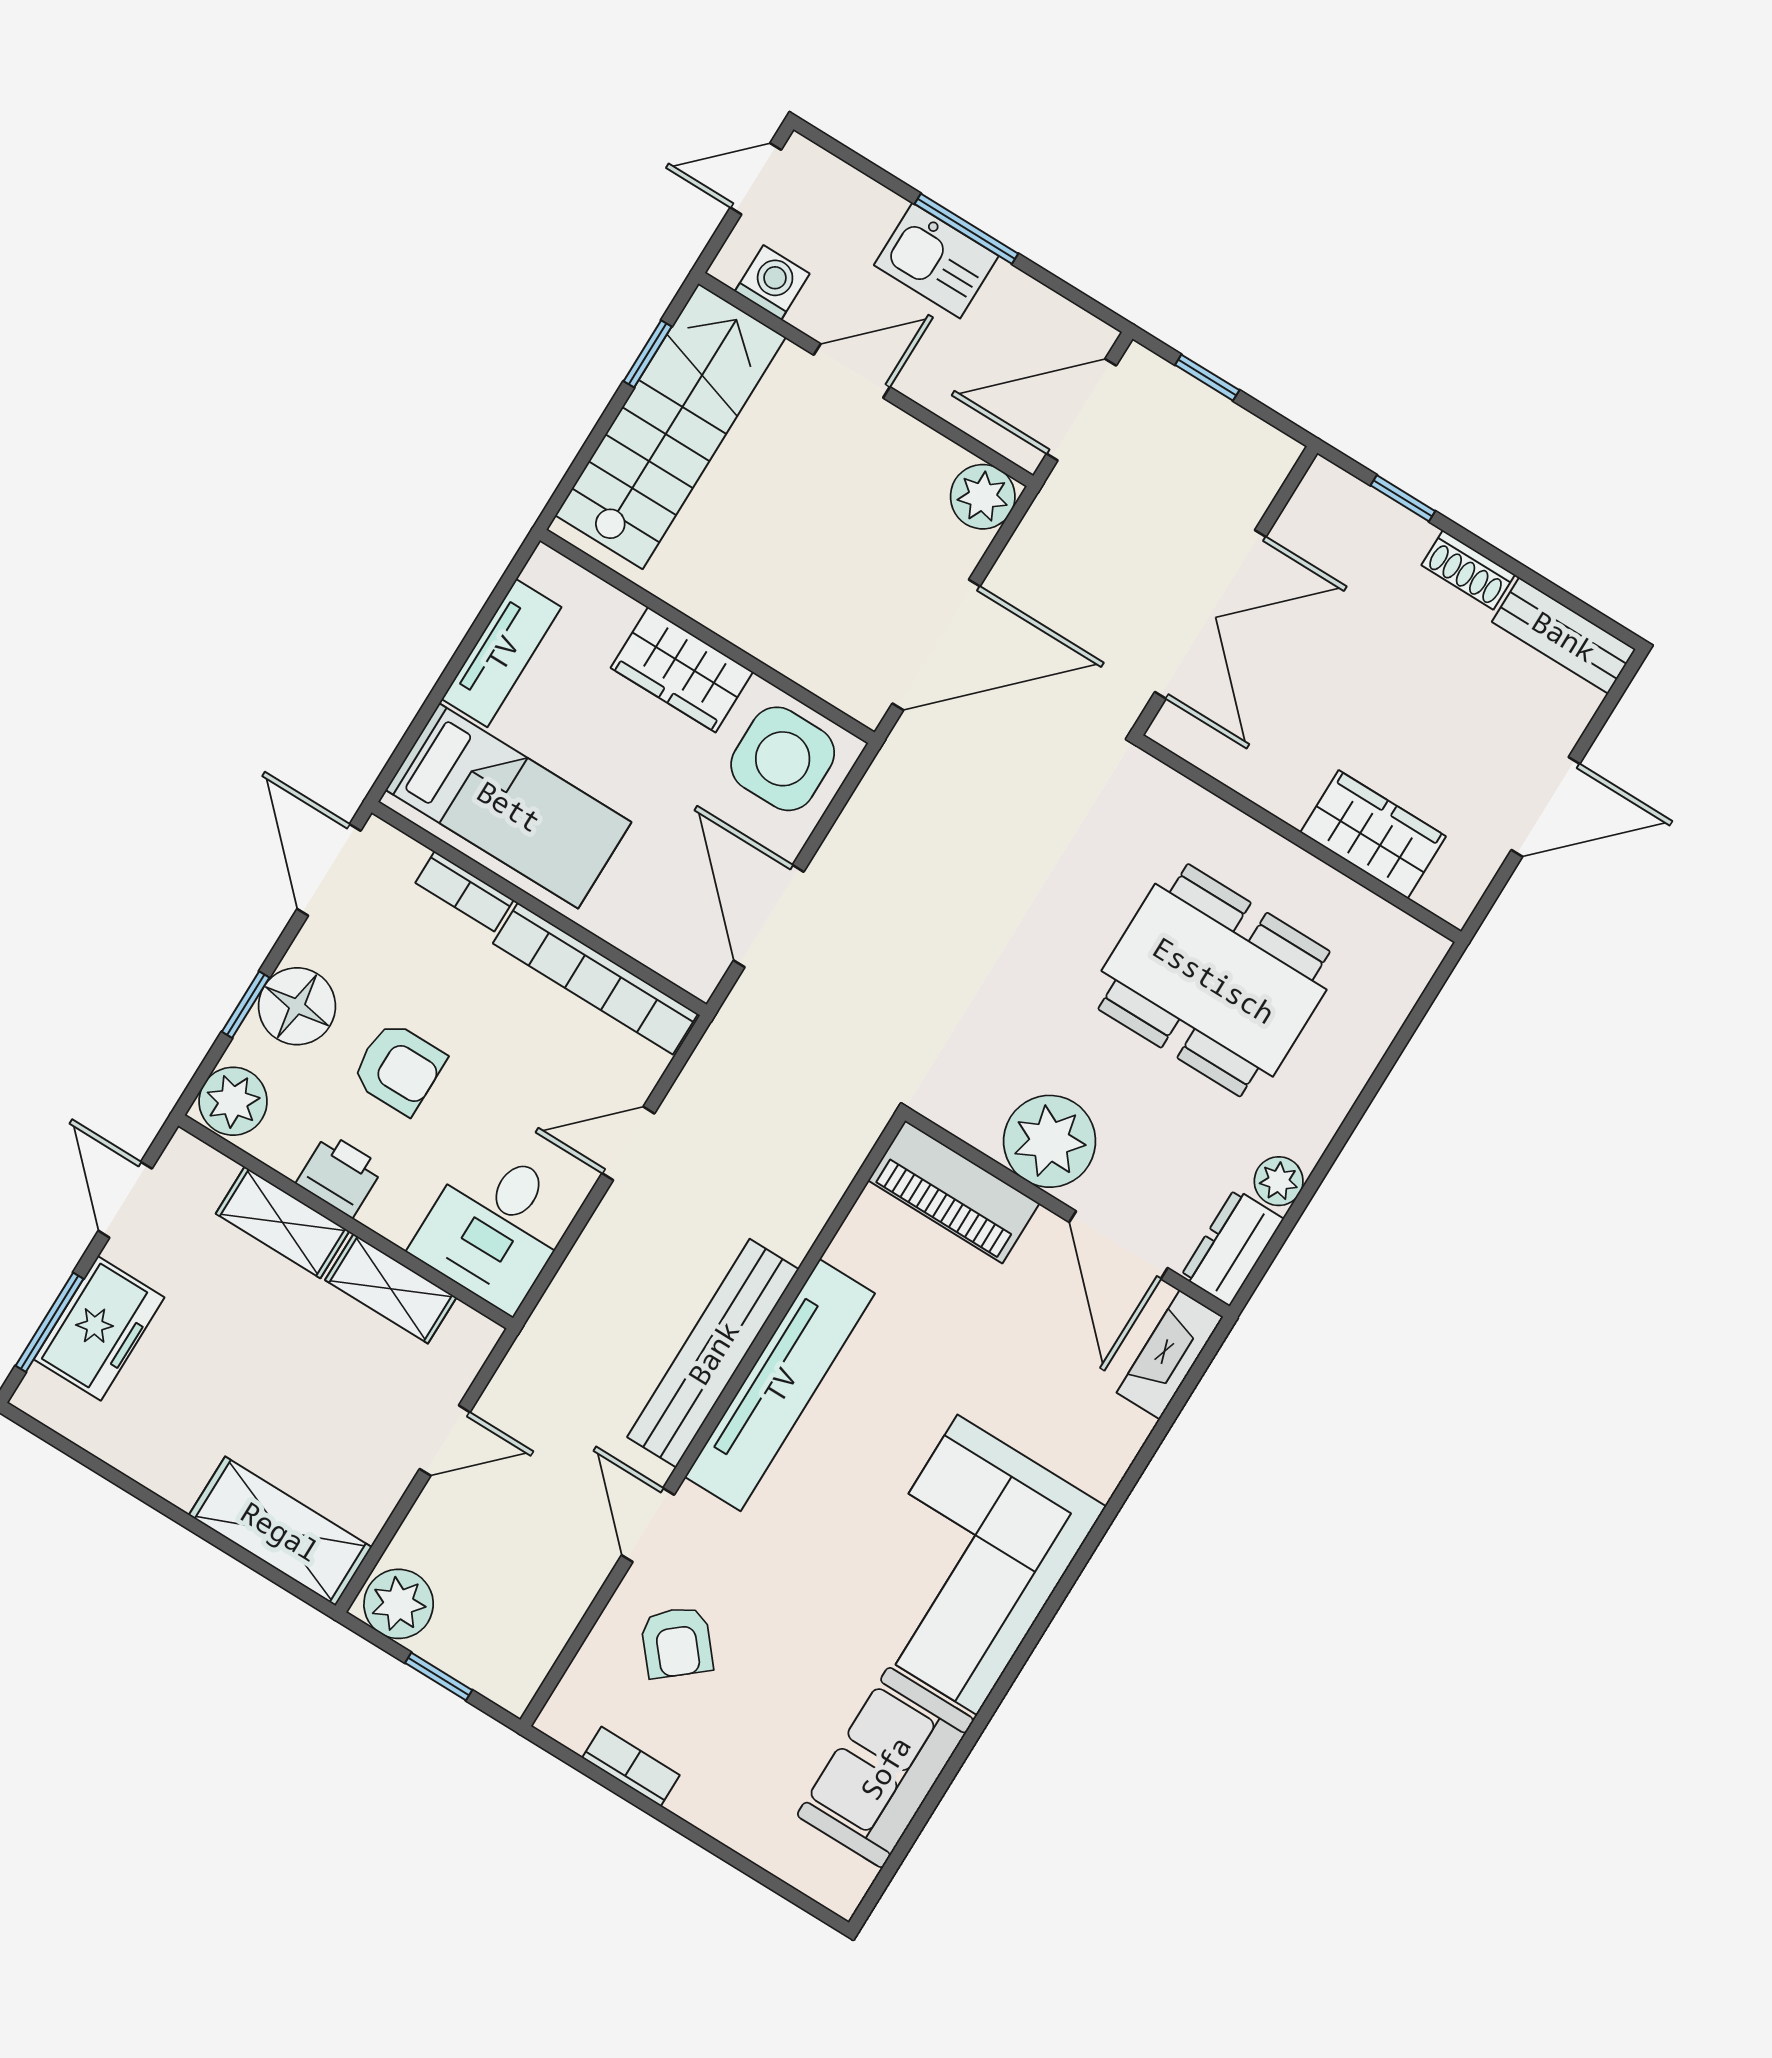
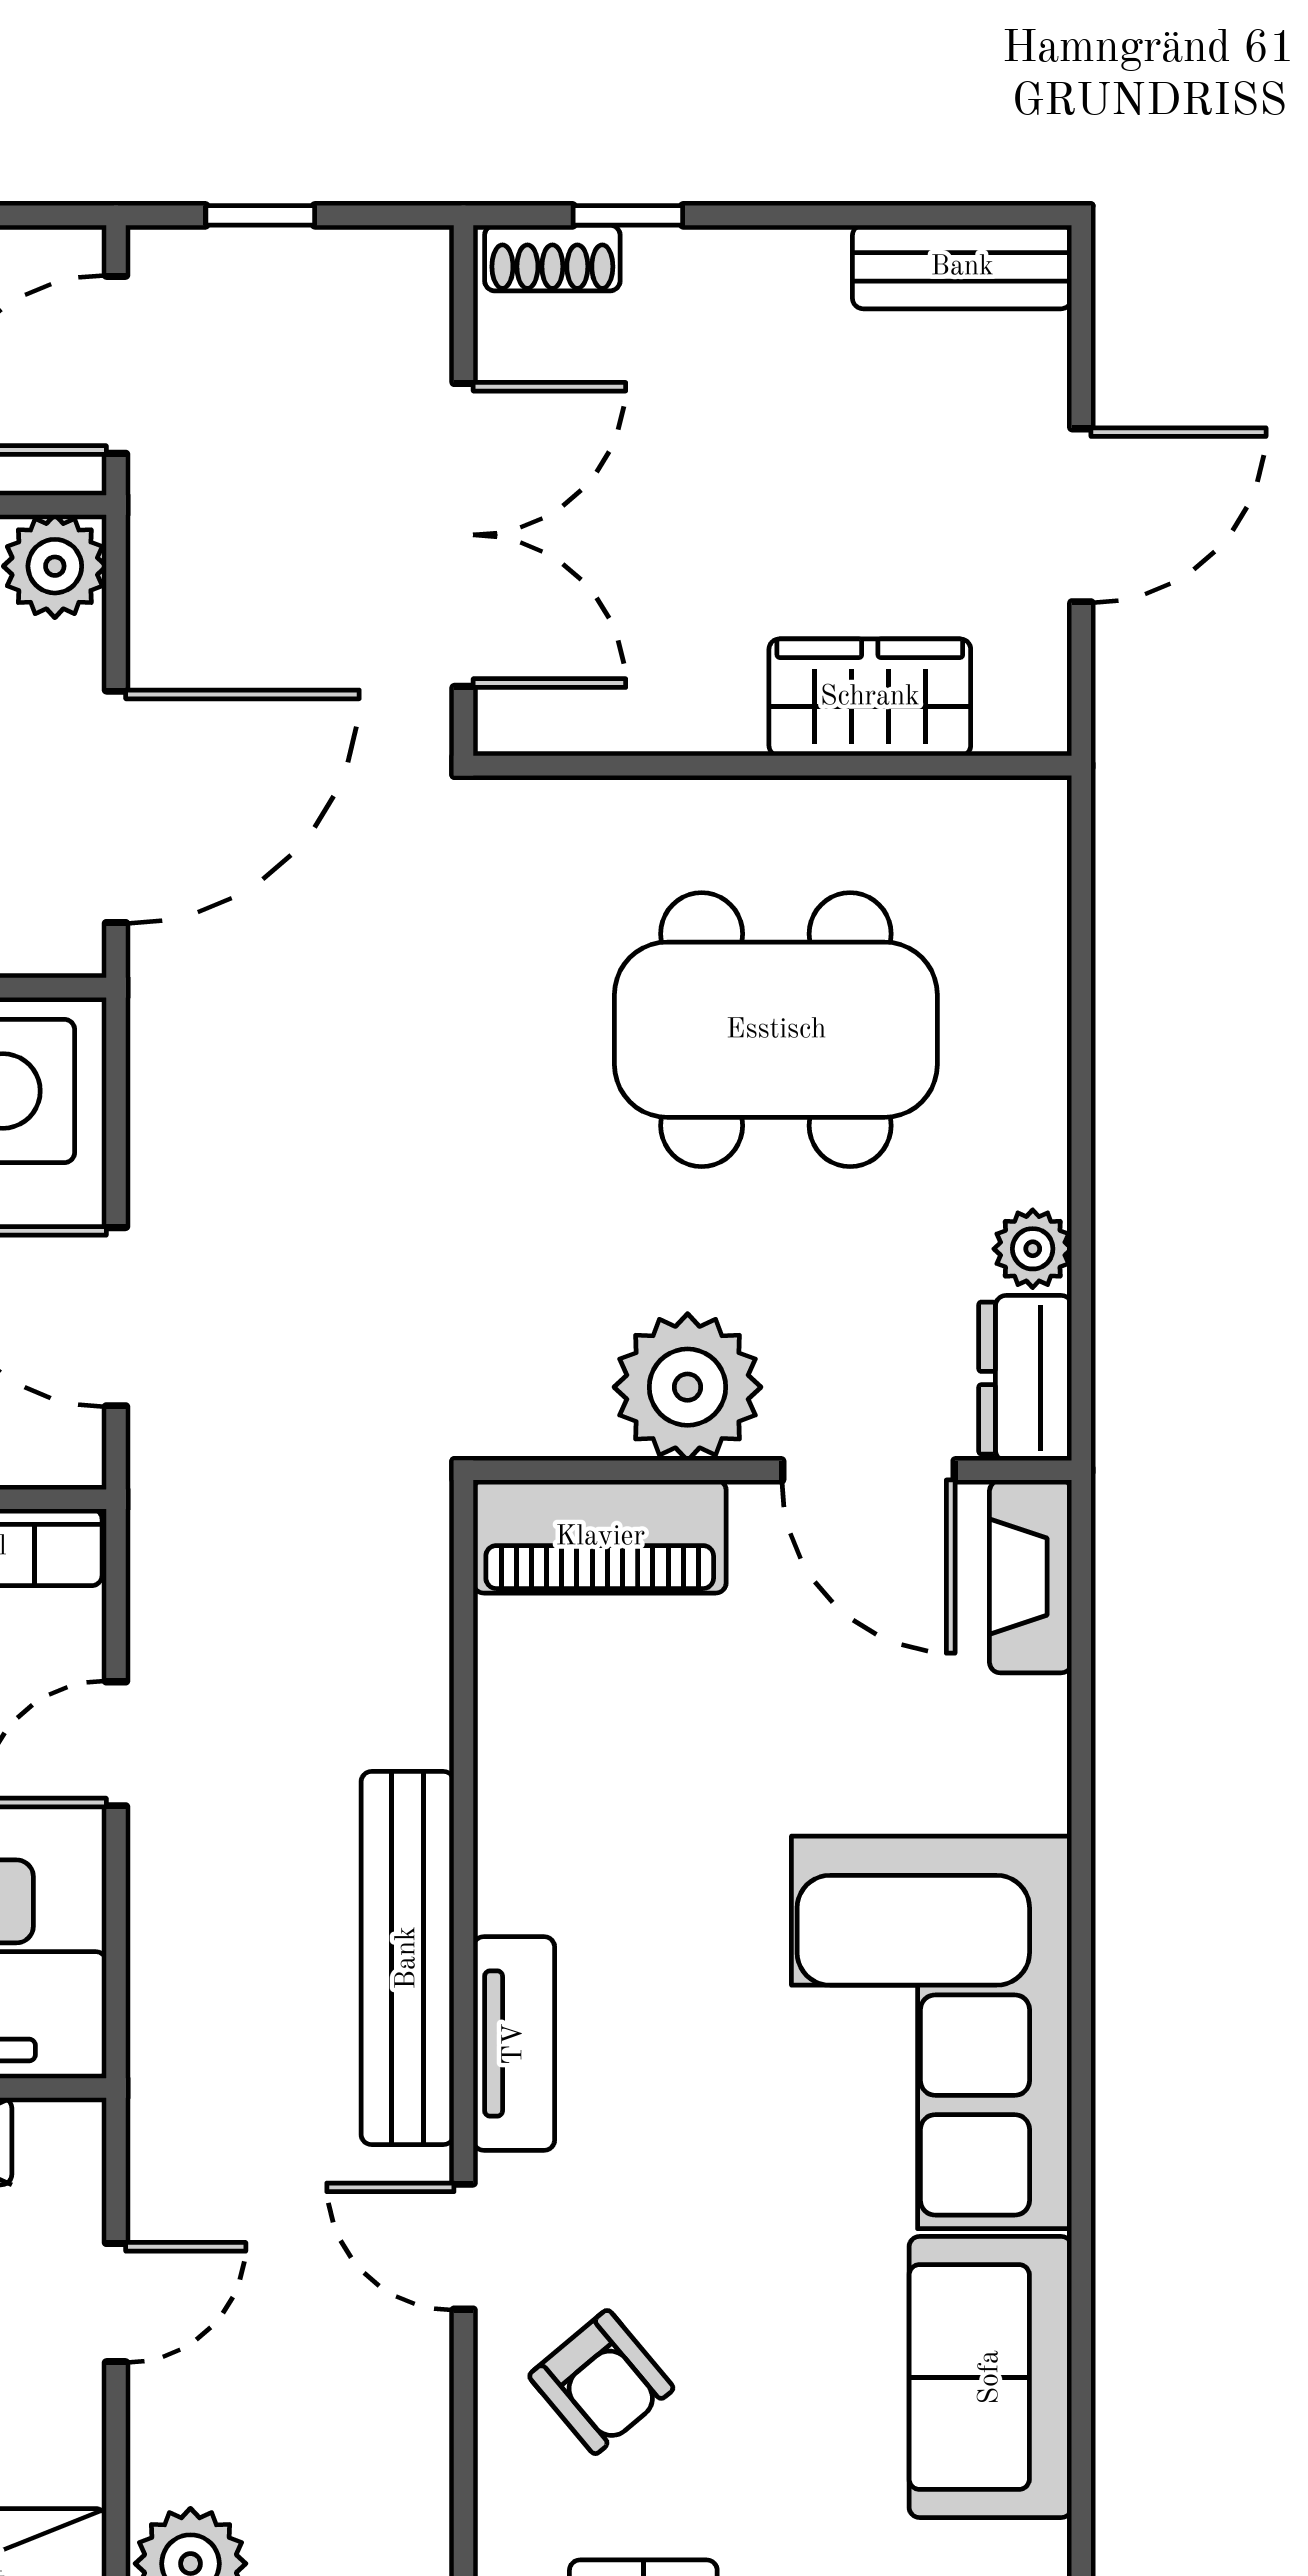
shoe rack: (1468, 570) -> (552, 258), moved
tv unit: (780, 1385) -> (514, 2044), width x0.52, depth x0.78

